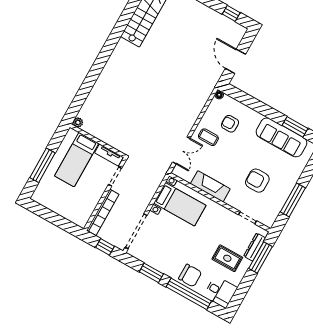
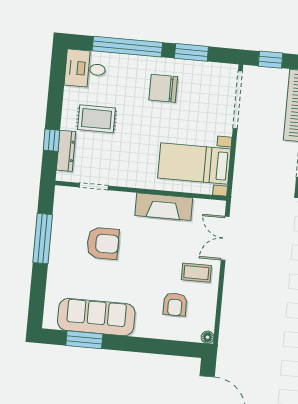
armchair: (230, 124) -> (175, 304), turned 90
window: (261, 257) -> (51, 140), width x0.46
chair: (190, 276) -> (163, 88), moved

